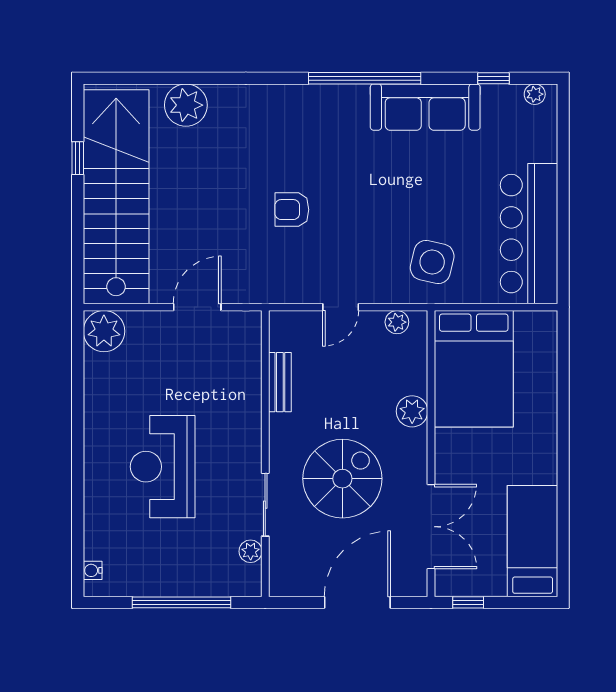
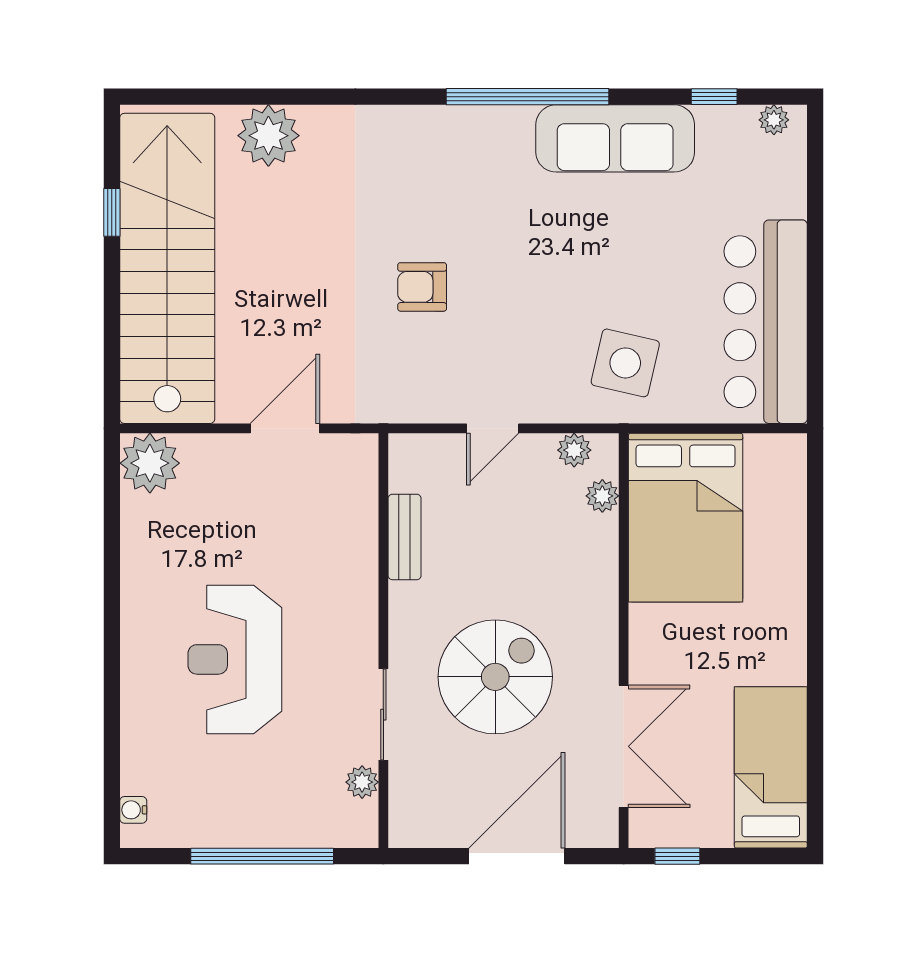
plant: (412, 411) -> (602, 496), moved, width x0.73, depth x0.73

